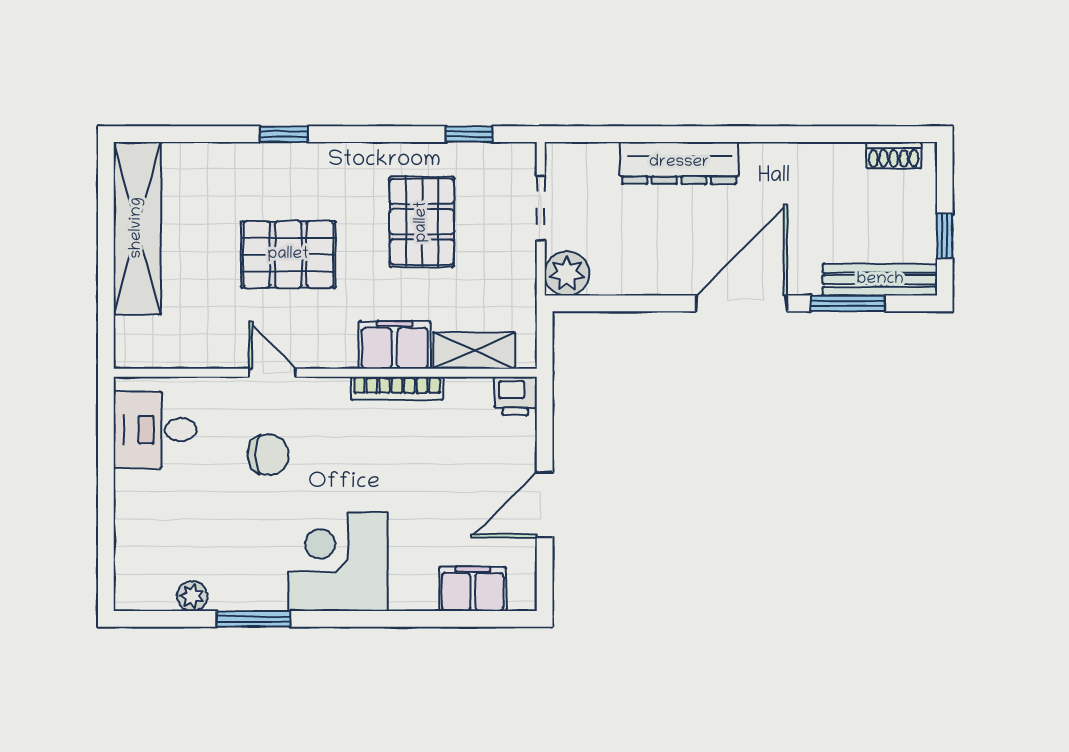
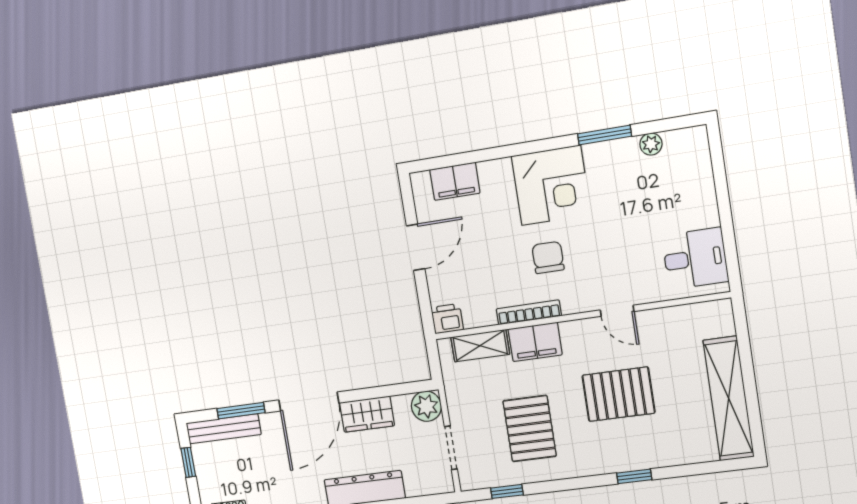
wardrobe: (657, 273) -> (367, 414), added
chair: (268, 455) -> (548, 257), moved, turned 90

